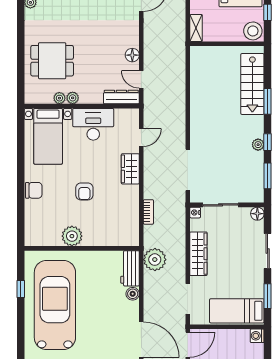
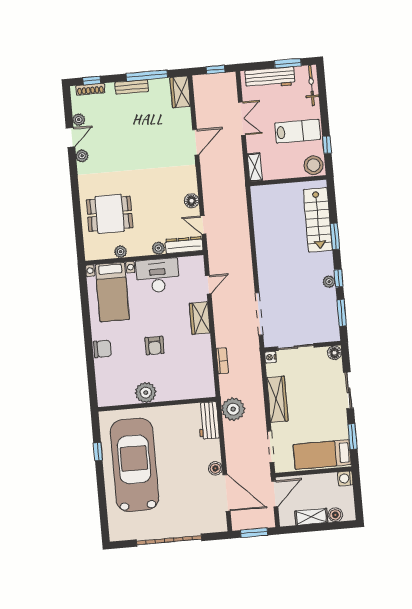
plant: (73, 98) -> (158, 248), moved
boiler: (133, 294) -> (215, 468), moved

